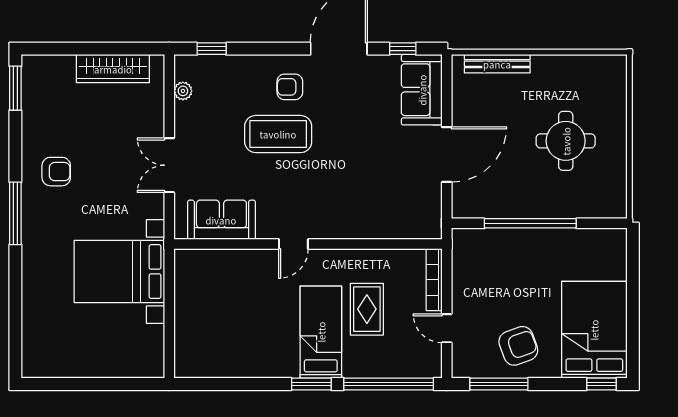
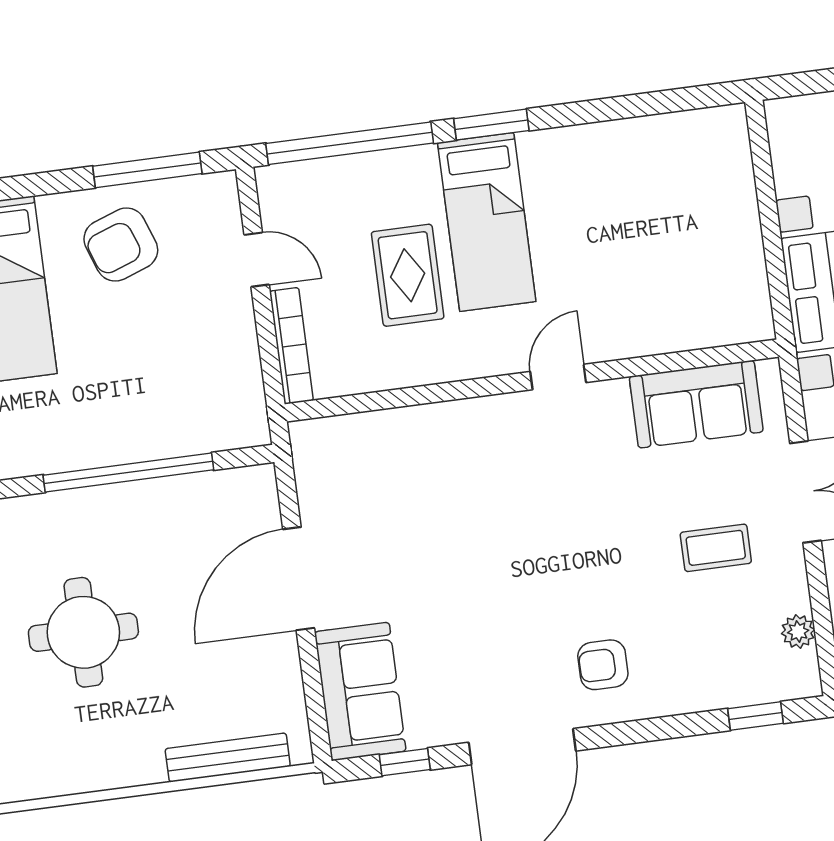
armchair: (290, 87) -> (603, 665), turned 180
coffee table: (278, 134) -> (716, 548), moved, width x0.54, depth x0.58

